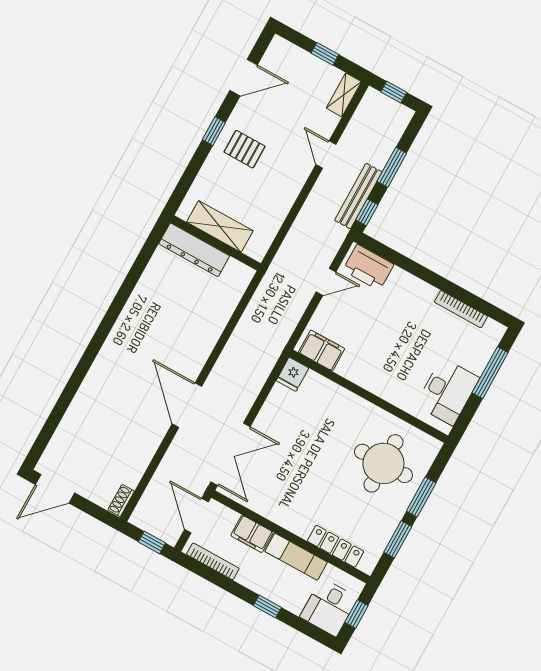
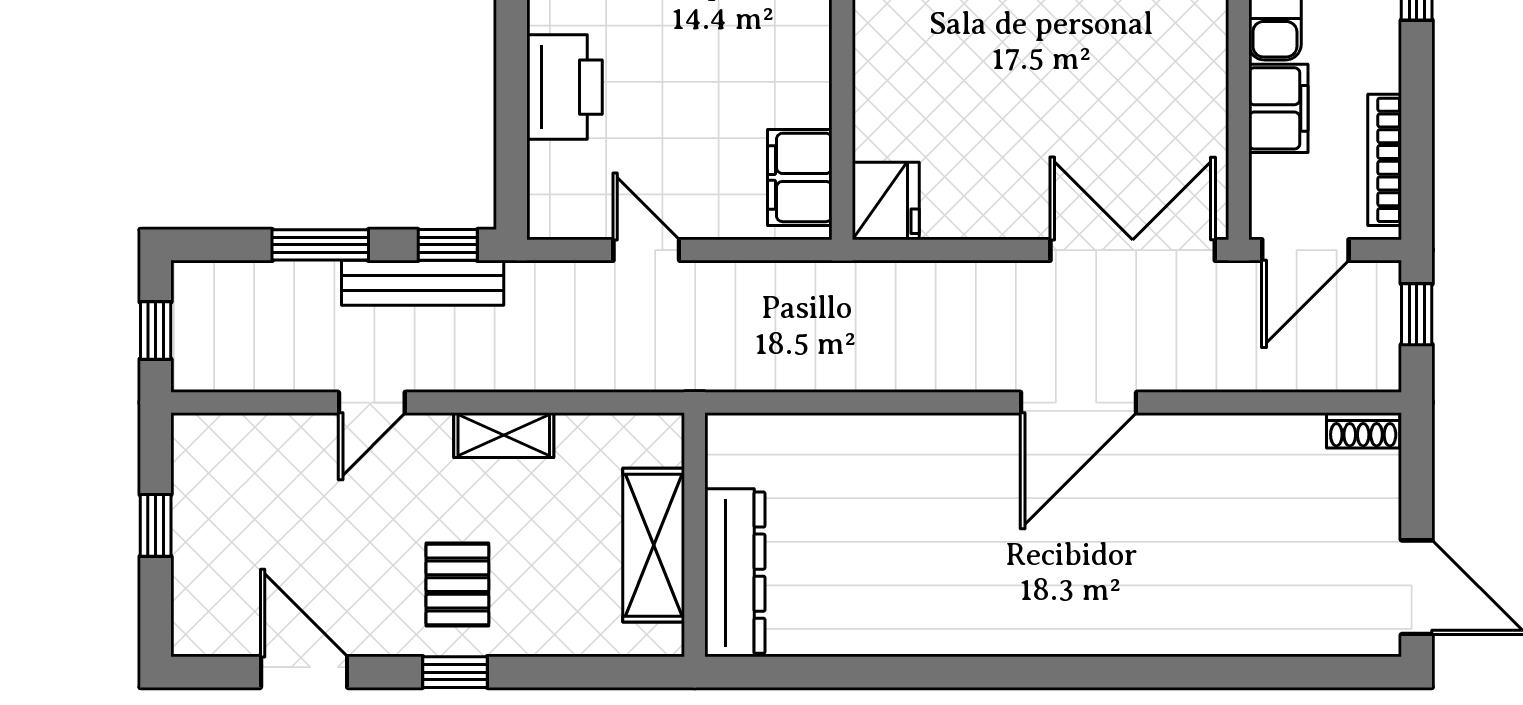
shelving: (344, 95) -> (504, 435), moved
printer: (368, 267) -> (564, 87), moved
fridge: (292, 374) -> (886, 201), width x1.38

